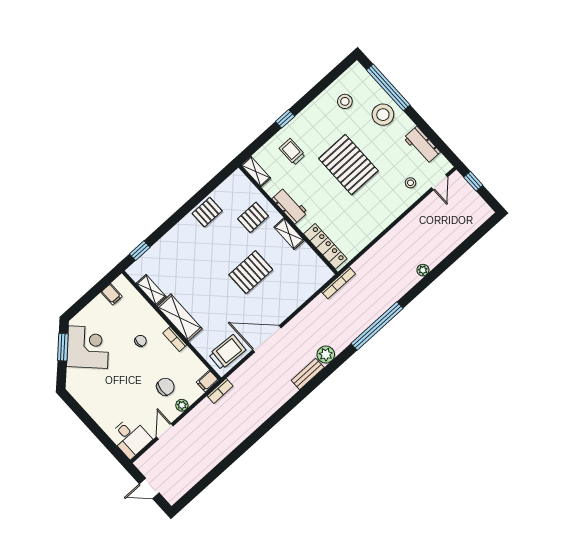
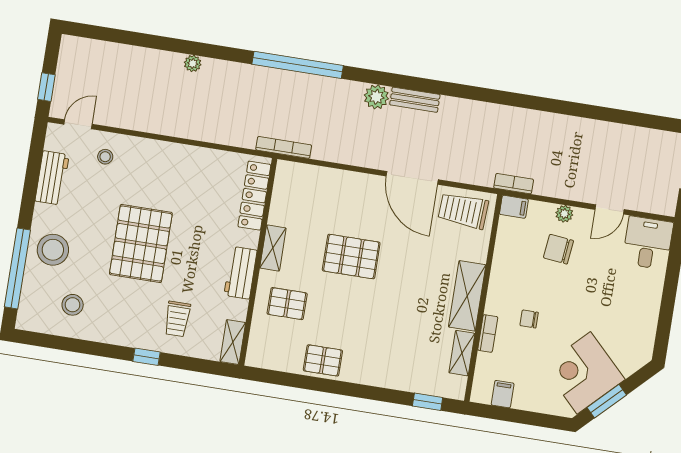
bookcase: (175, 339) -> (488, 333), moved

